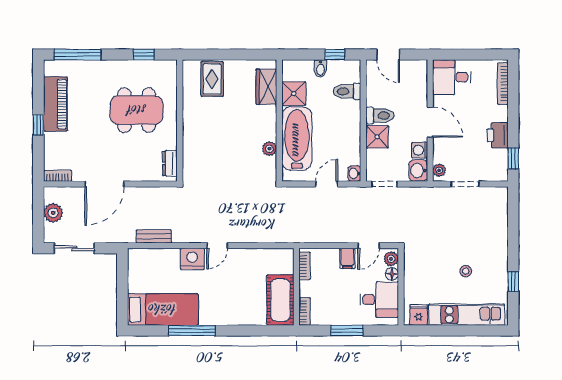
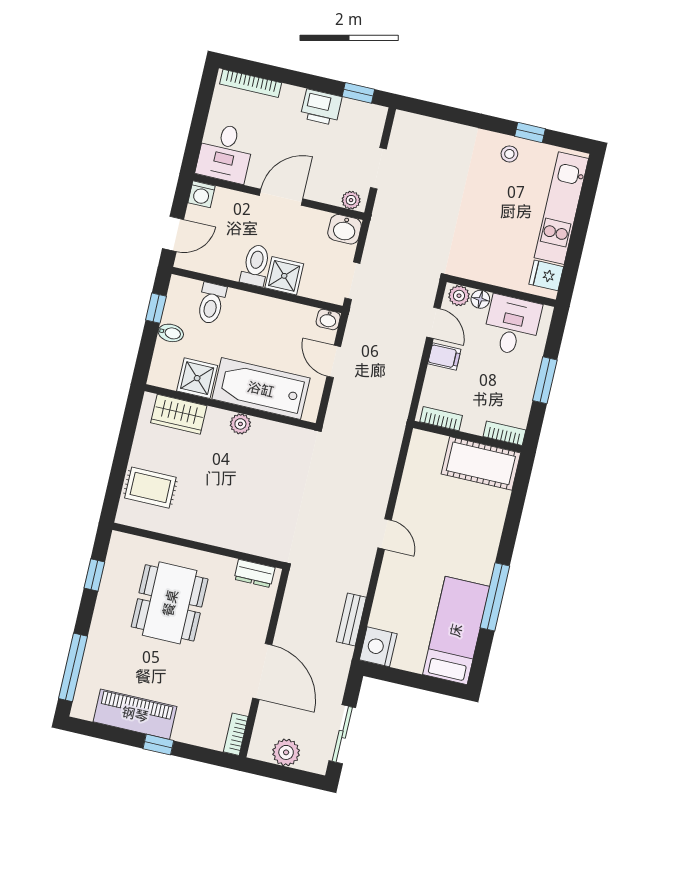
plant: (269, 149) -> (240, 424), moved
washing machine: (420, 150) -> (201, 194), moved
nightstand: (192, 259) -> (378, 647), moved
stool: (466, 271) -> (509, 154), moved

